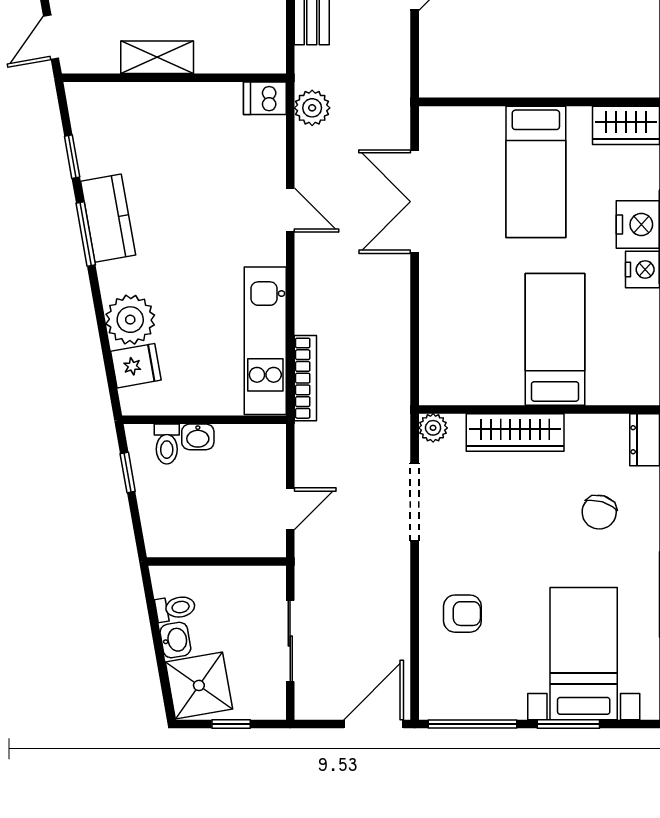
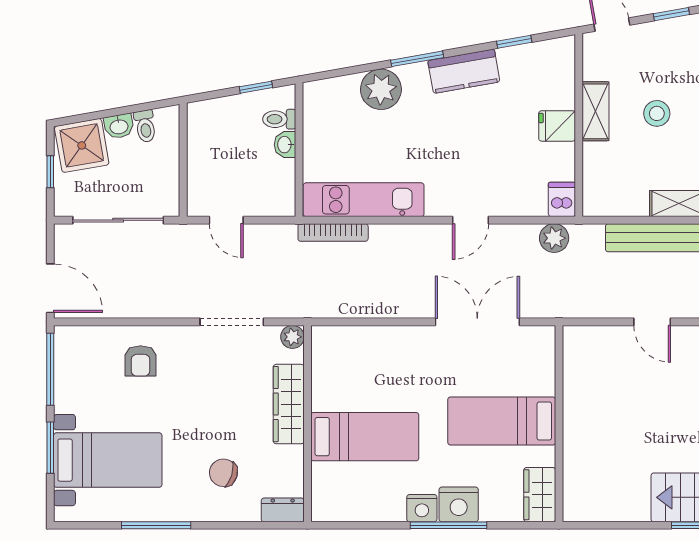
window: (86, 234) -> (417, 59), moved
fridge: (136, 366) -> (557, 126), moved, turned 100
sliding door: (290, 641) -> (118, 220), width x1.37

